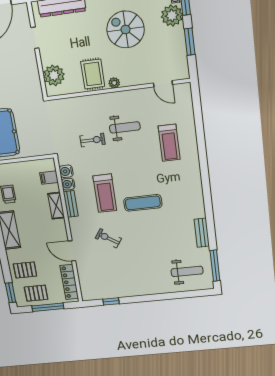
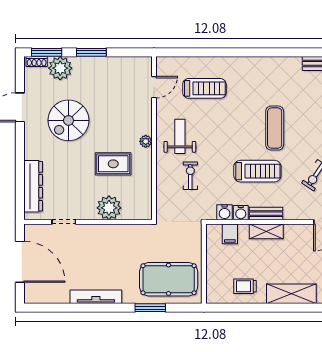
plant: (114, 83) -> (146, 141), moved
door: (163, 84) -> (154, 87), moved
wall: (118, 90) -> (154, 138), moved

